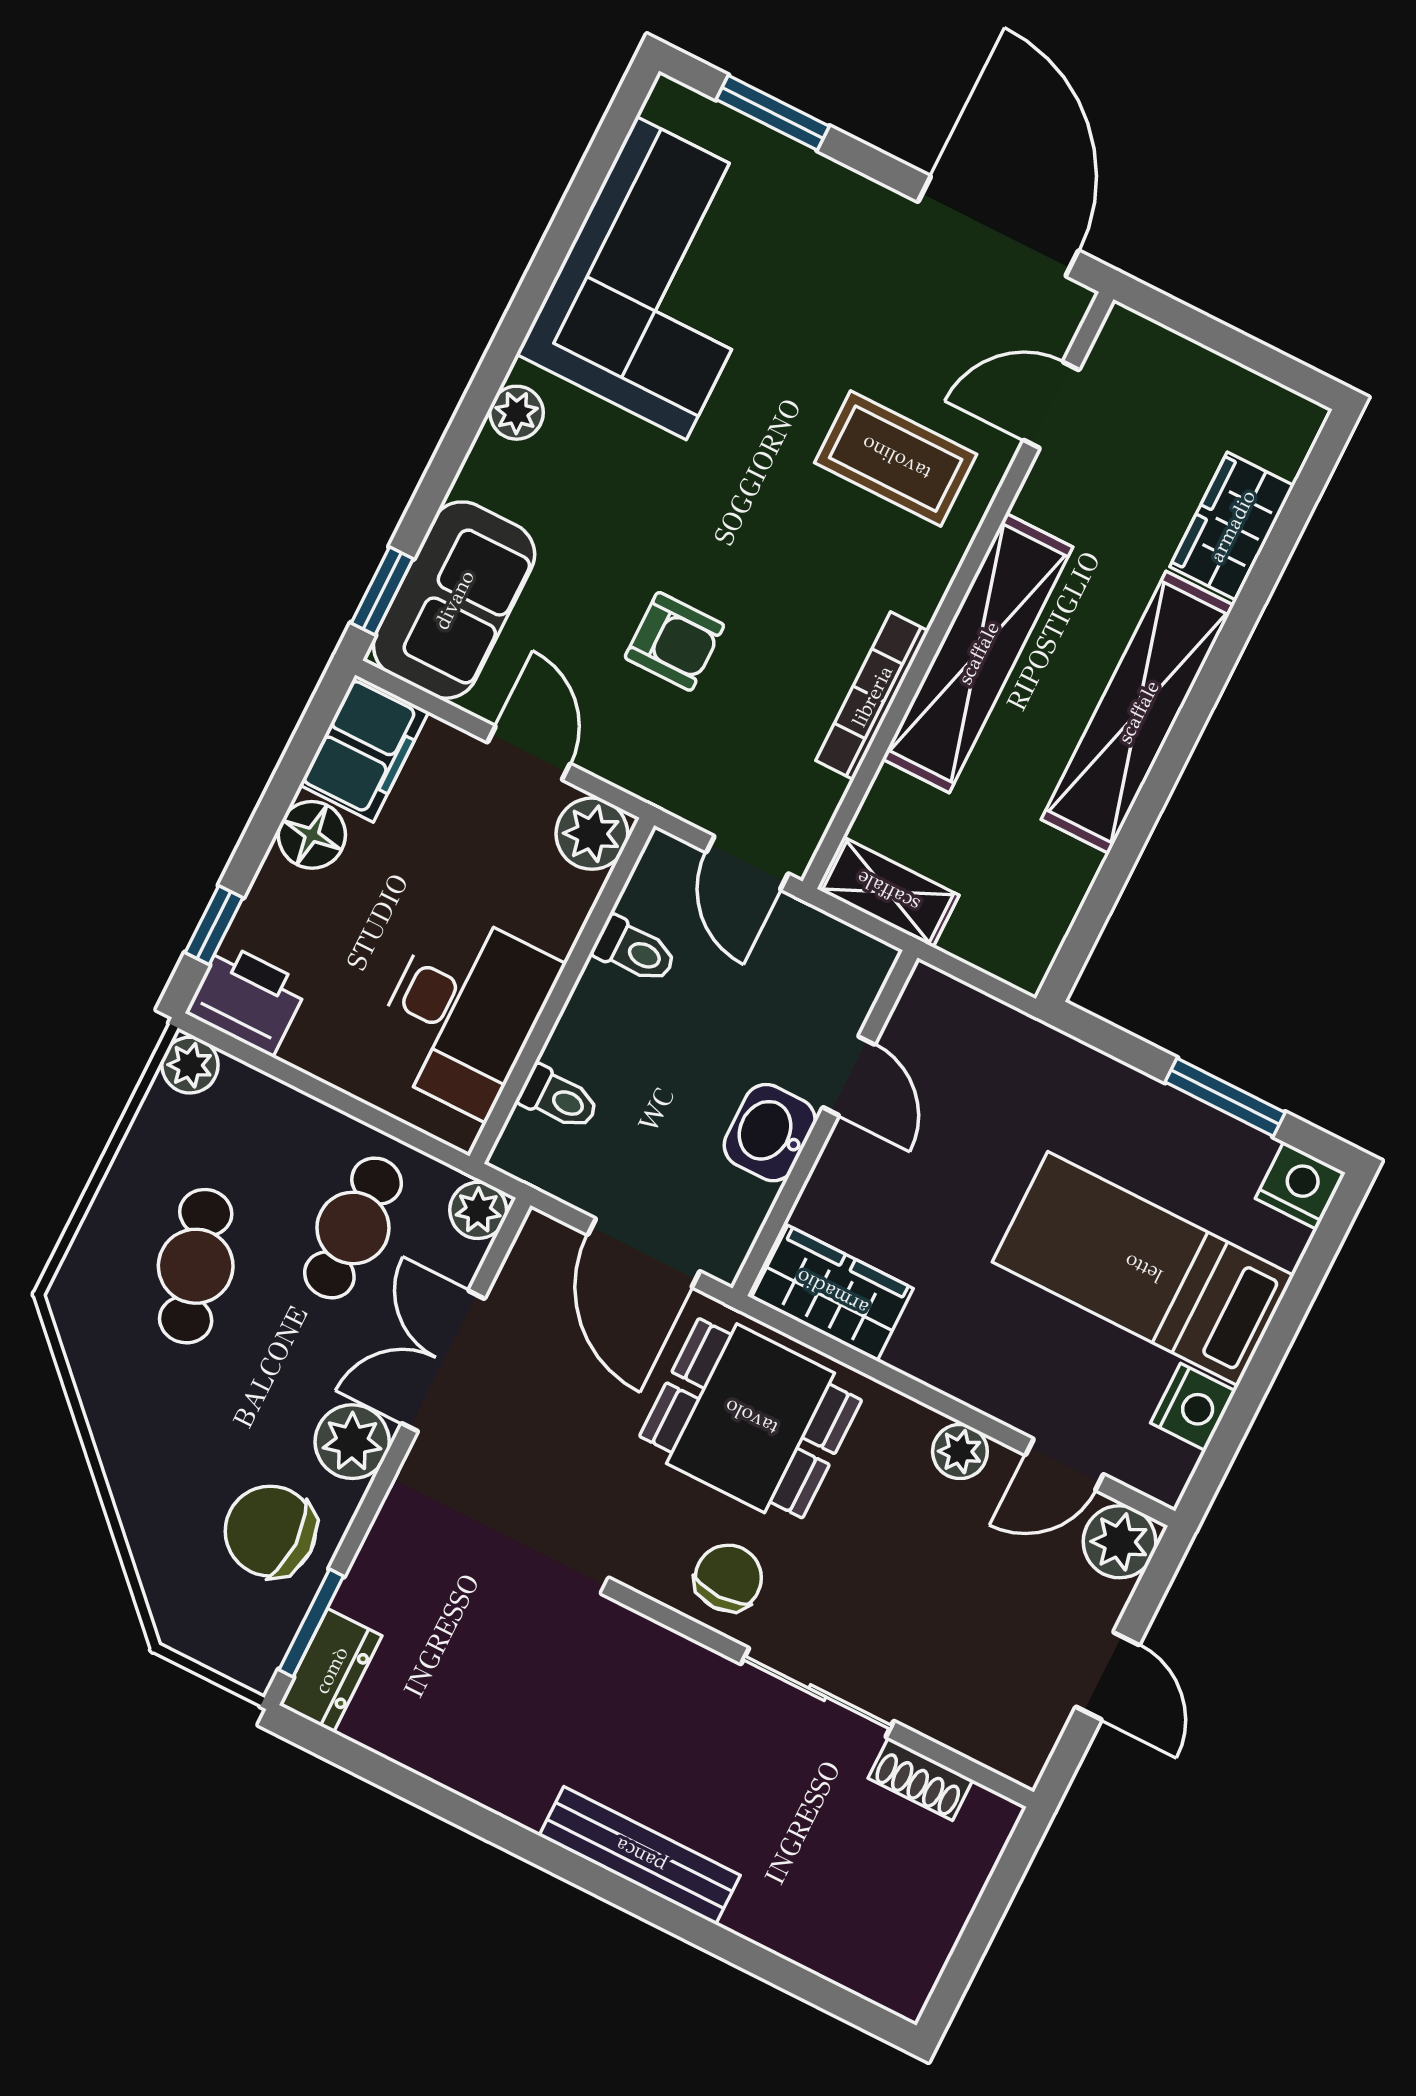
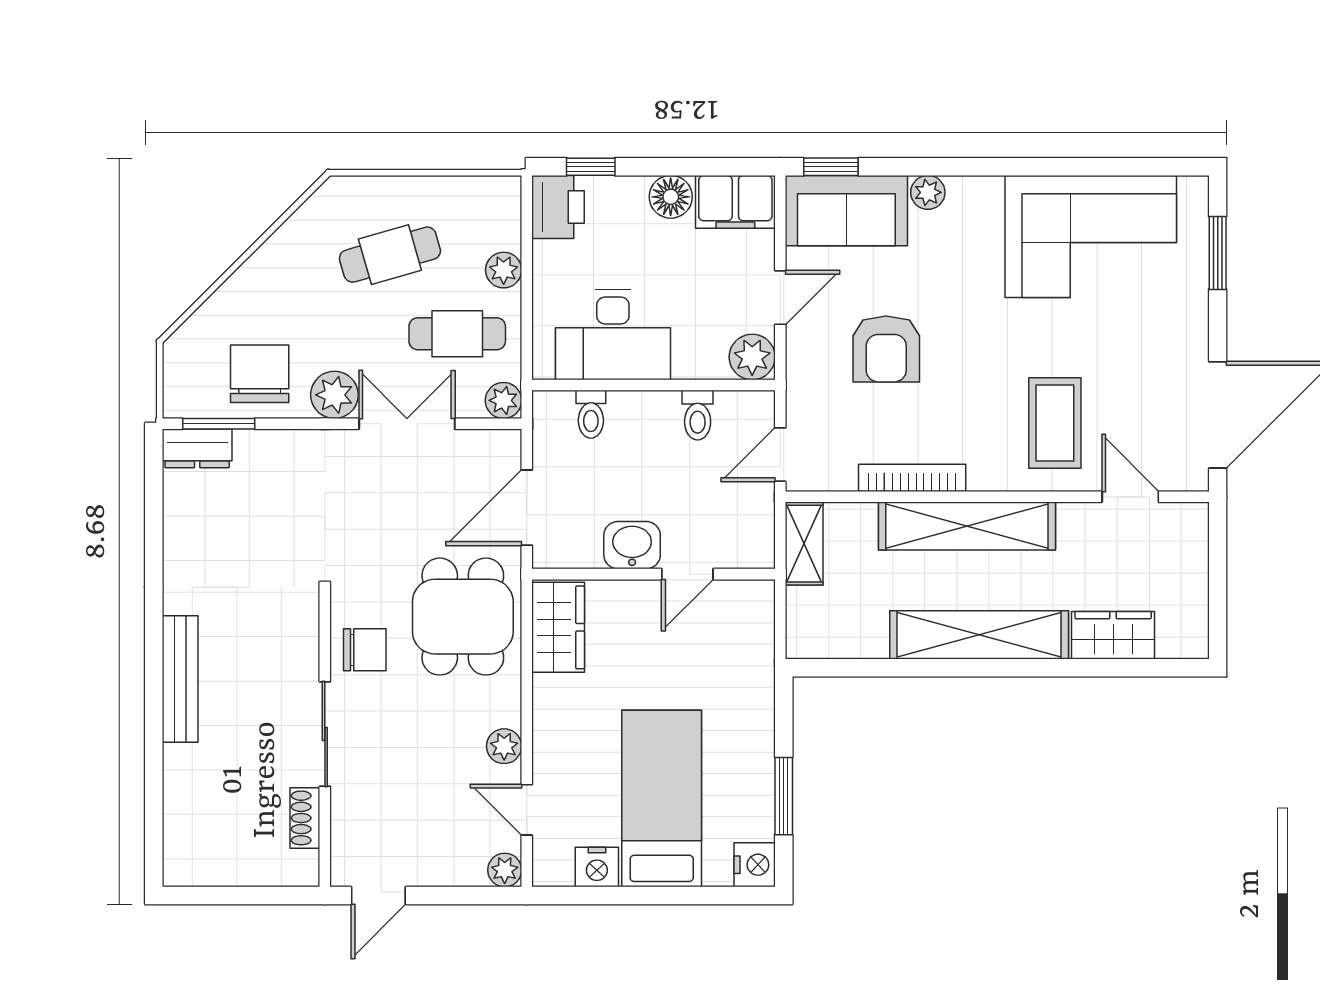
plant: (517, 413) -> (928, 192), moved
armchair: (674, 641) -> (886, 349), width x1.38, depth x1.38
plant: (190, 1065) -> (504, 270), moved
plant: (1120, 1542) -> (505, 870), width x0.73, depth x0.73
door: (1108, 1676) -> (378, 896), moved

